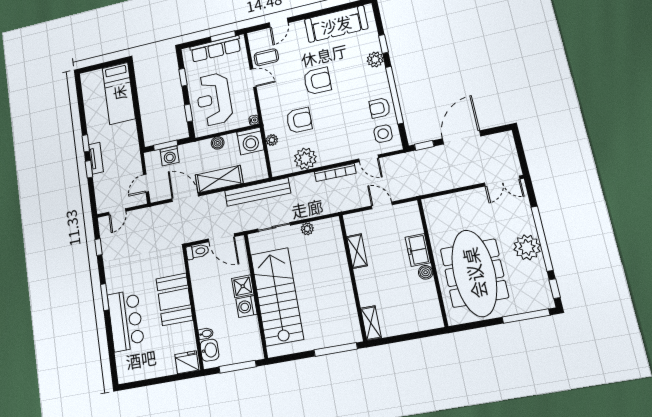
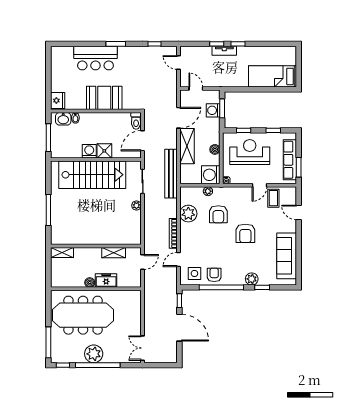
shelving: (357, 251) -> (114, 253), moved
wall: (353, 277) -> (96, 246), moved
shelving: (371, 323) -> (62, 253), moved

